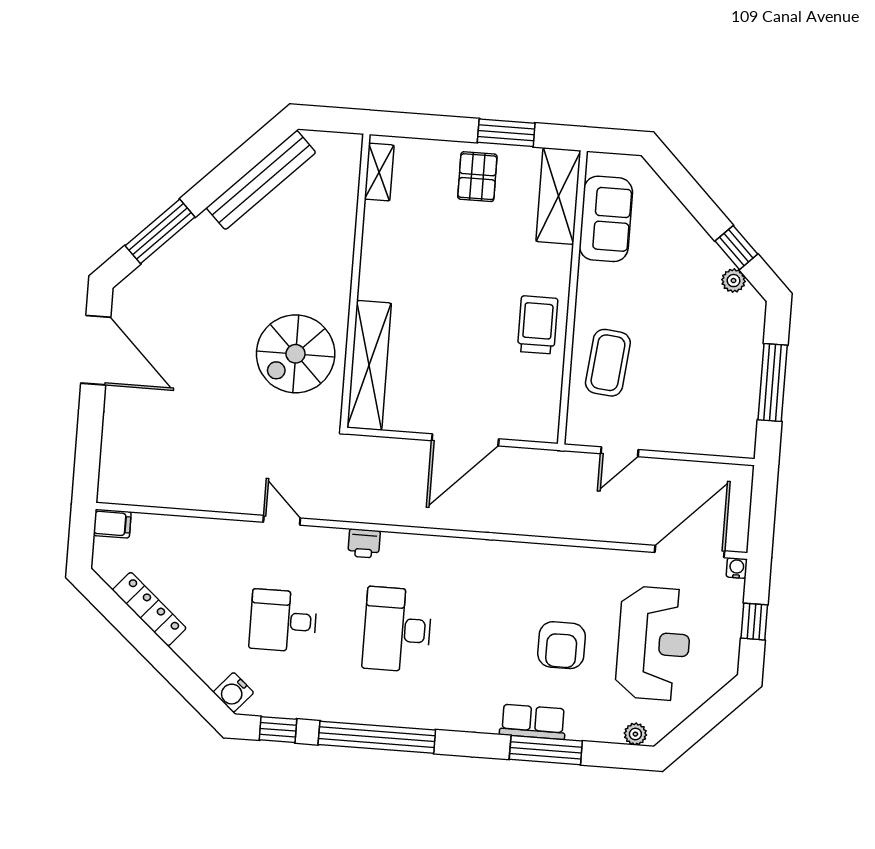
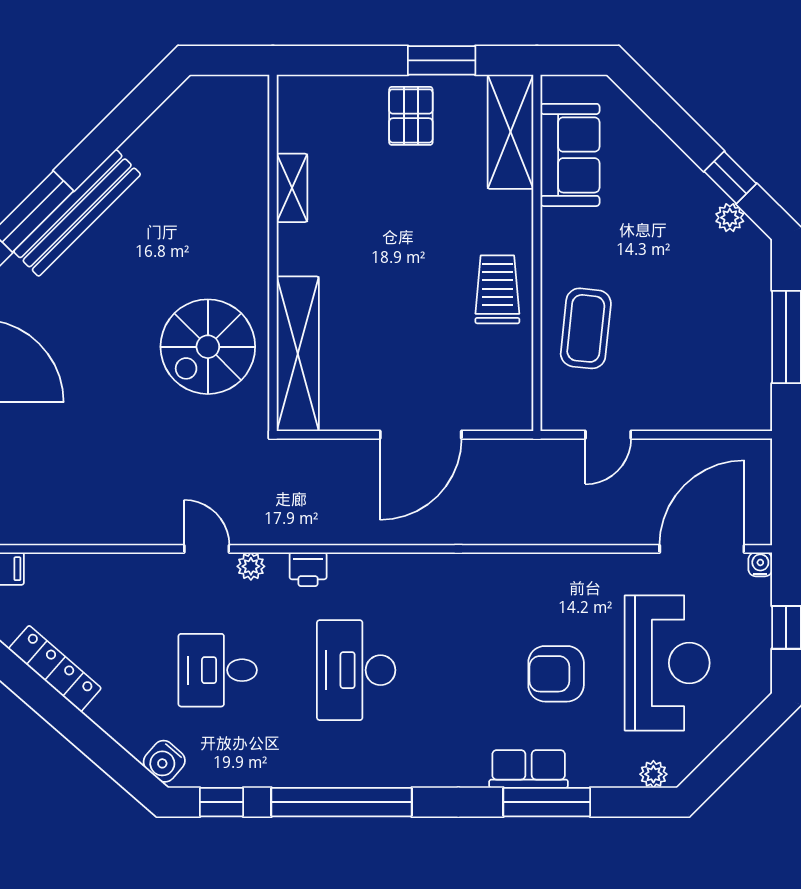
shelving: (379, 172) -> (292, 188), moved
bench: (261, 180) -> (77, 213), moved
plant: (317, 537) -> (251, 566), added
armchair: (562, 645) -> (556, 674), turned 90

